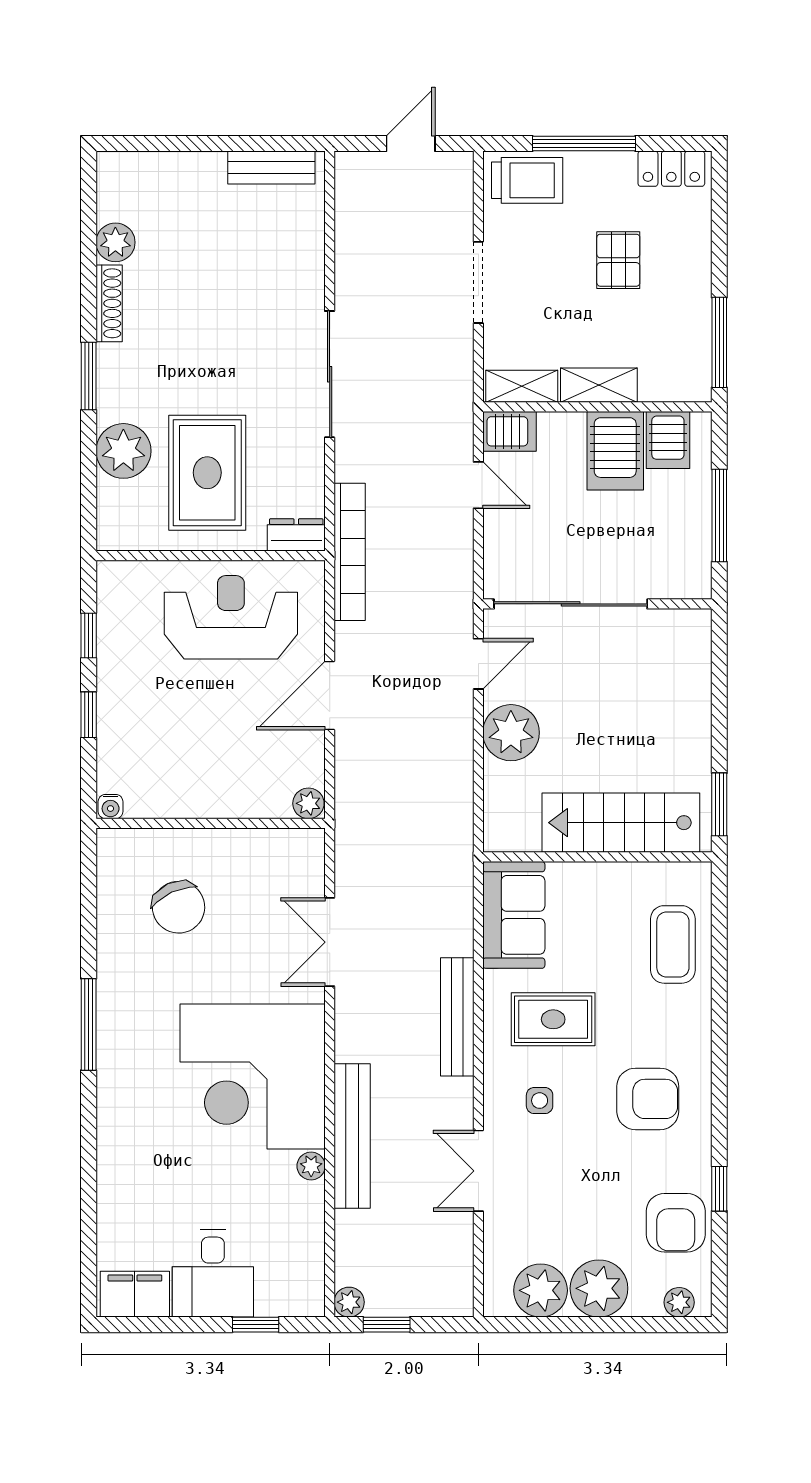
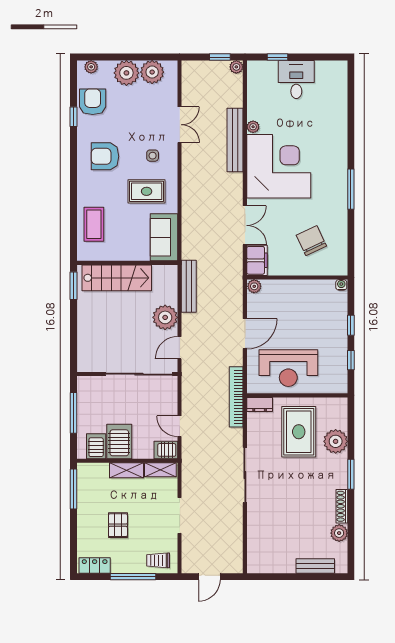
bench: (271, 168) -> (315, 566), moved
trolley: (527, 180) -> (158, 560), width x0.73, depth x0.72
bench: (457, 1017) -> (189, 286), moved
filing cabinet: (135, 1294) -> (257, 260), moved, turned -90

